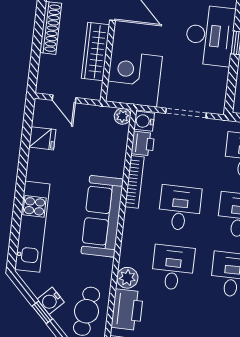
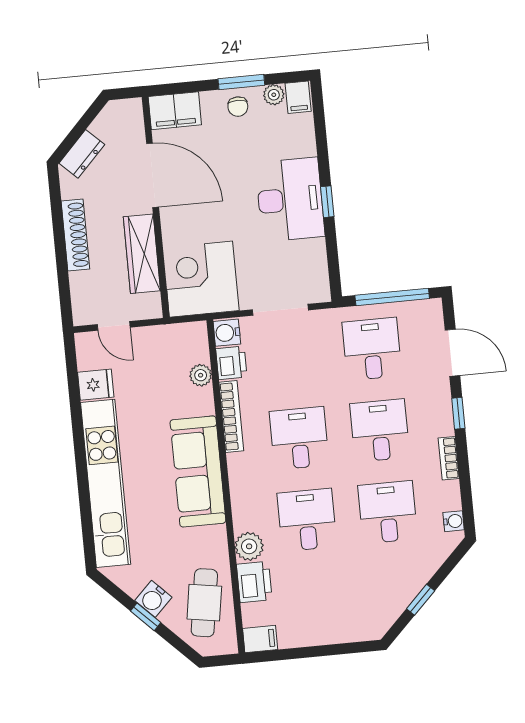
plant: (123, 116) -> (201, 375), moved
kitchen unit: (32, 227) -> (106, 483), width x1.36
printer: (127, 310) -> (254, 582), width x0.73, depth x0.84

